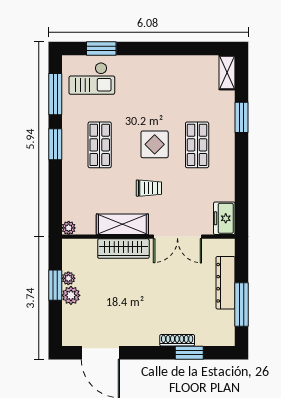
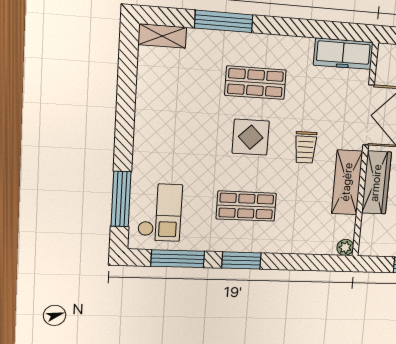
window: (101, 48) -> (121, 199), width x1.44
window: (241, 117) -> (224, 21), width x1.44
trolley: (149, 188) -> (305, 147), turned 180
freezer: (224, 218) -> (343, 54), width x1.40

